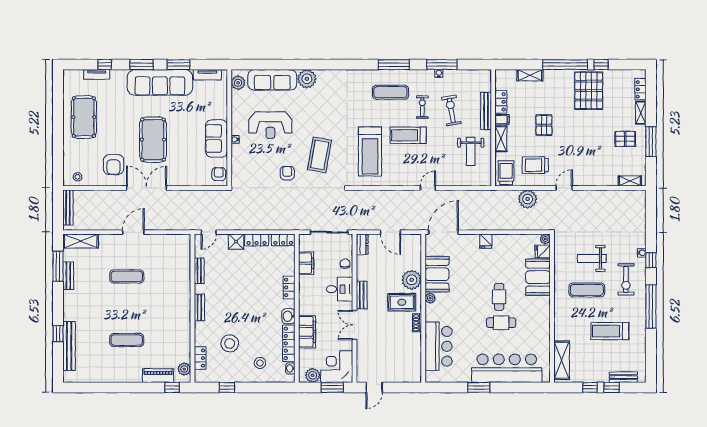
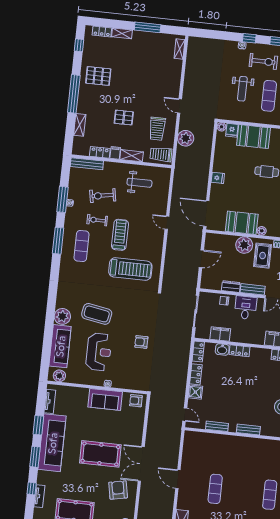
window: (601, 65) -> (79, 45), moved
pallet: (589, 91) -> (98, 76), width x0.73, depth x0.71
bench: (486, 111) -> (87, 164), moved
treadmill: (408, 135) -> (120, 235), turned 180
pallet: (625, 139) -> (143, 49), removed
coffee table: (320, 155) -> (97, 314), moved
armchair: (113, 165) -> (118, 490), turned -101
dresser: (362, 244) -> (231, 287), moved
washbasin: (288, 316) -> (222, 350), moved

